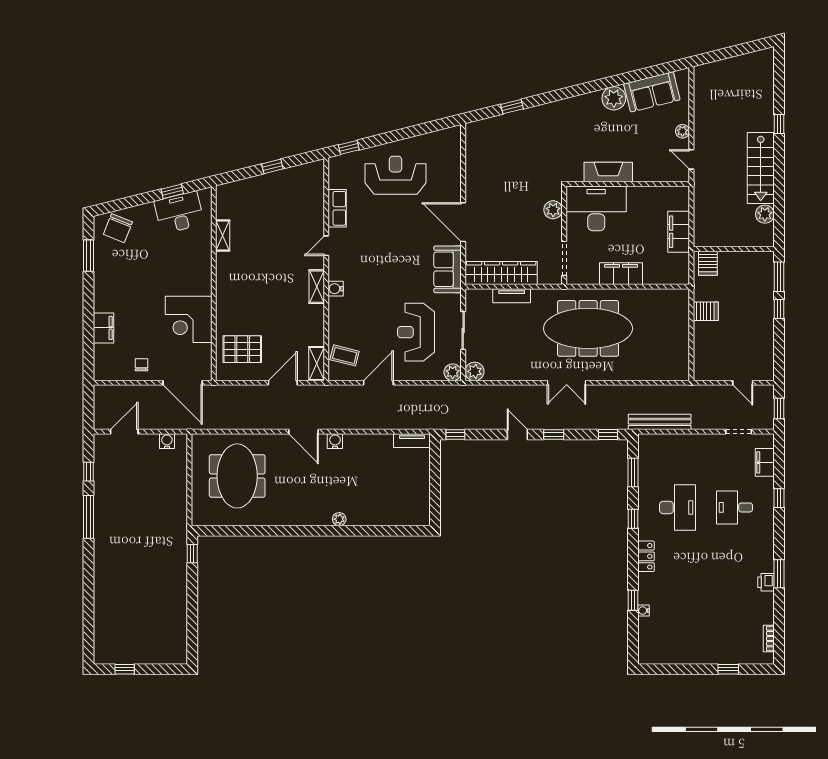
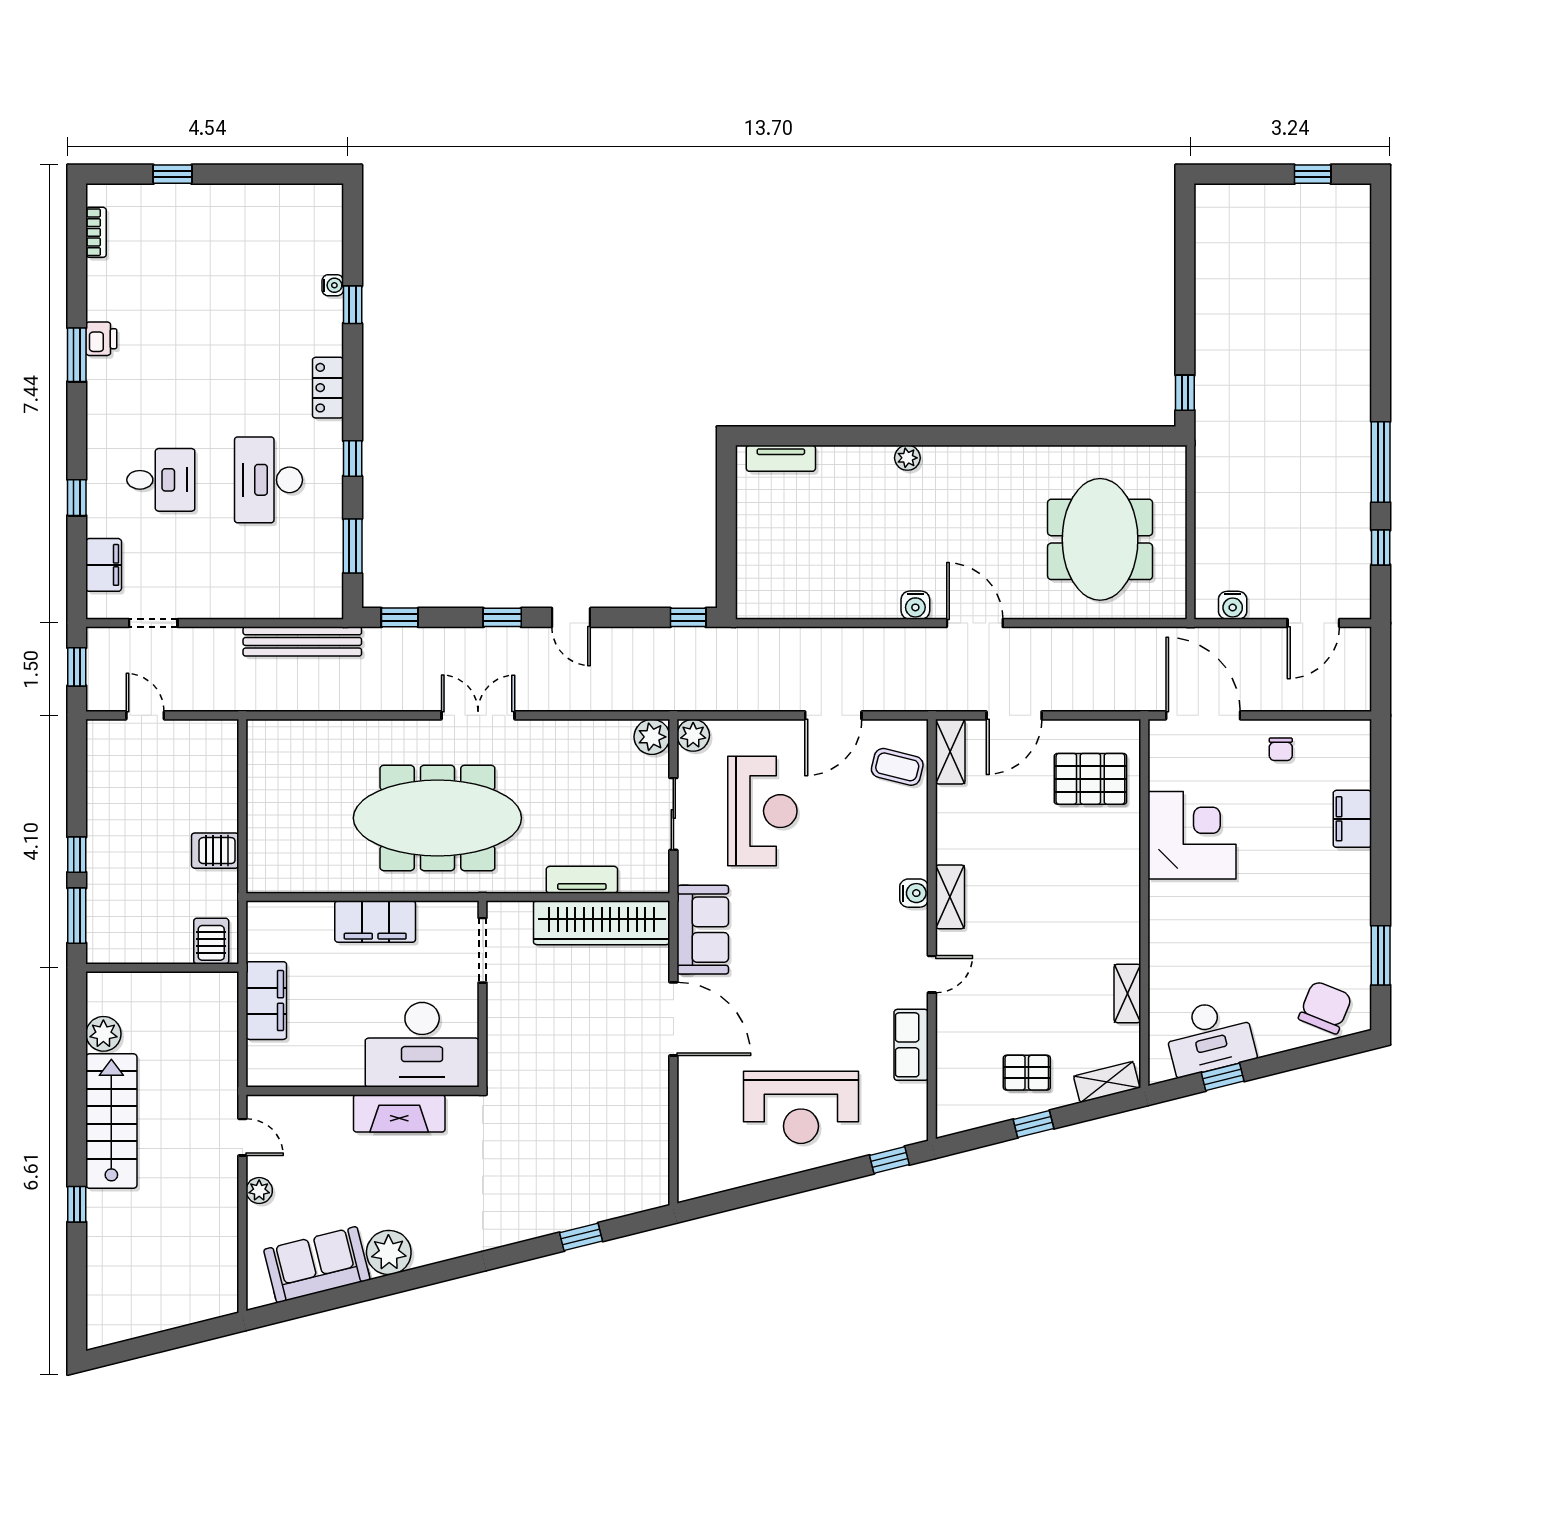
shelving: (234, 189) -> (1107, 1082), added
pallet: (276, 194) -> (1027, 1073), added
plant: (553, 210) -> (503, 1042), removed
tv unit: (412, 441) -> (781, 458), moved, turned 180

